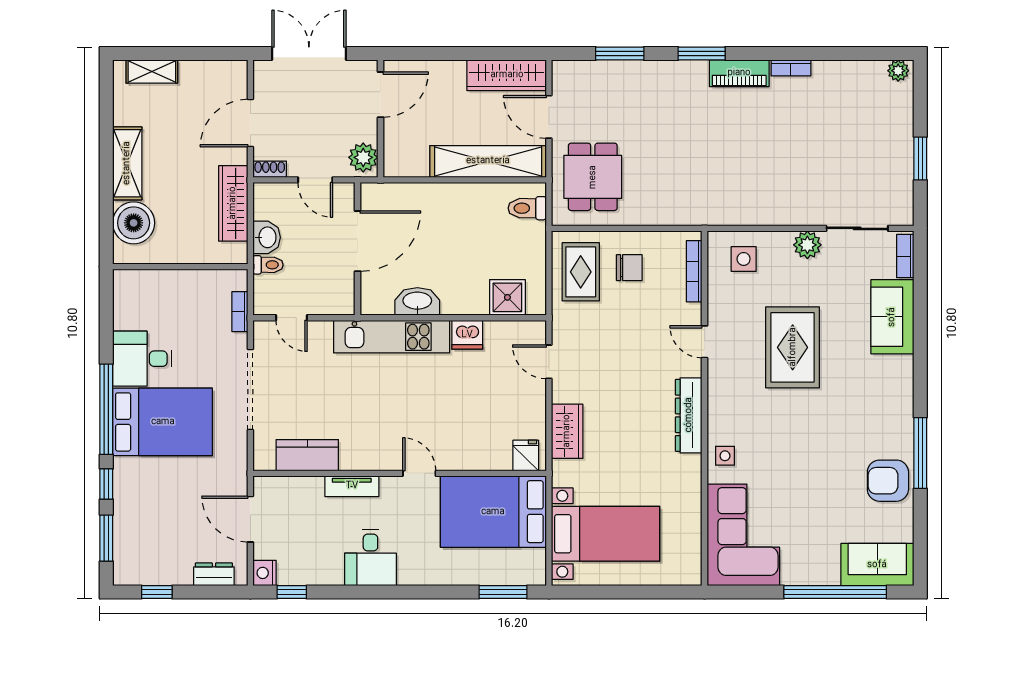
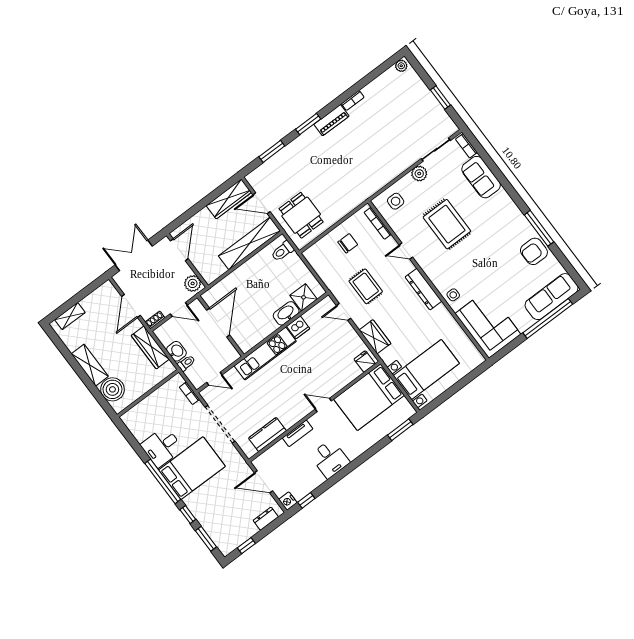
rug: (581, 272) -> (366, 286), moved
washbasin: (417, 301) -> (286, 313), moved
sofa: (877, 565) -> (552, 297), width x1.36

